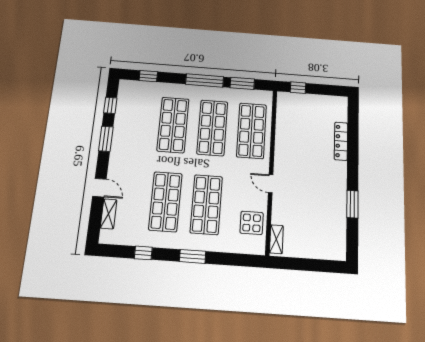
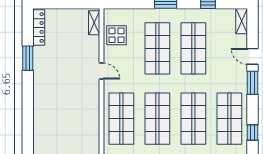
shop shelf: (134, 122) -> (229, 119), added
window: (106, 139) -> (252, 83), moved
locker: (341, 141) -> (39, 27), moved
shelving: (109, 214) -> (242, 21), moved

